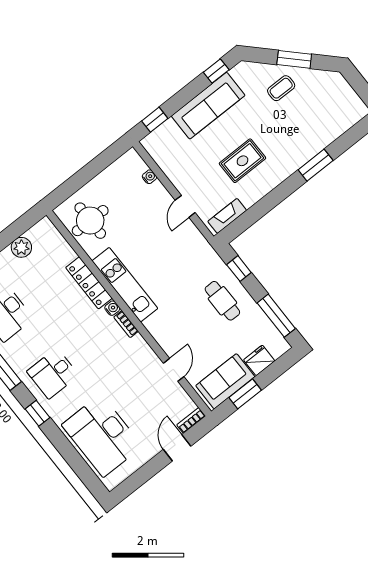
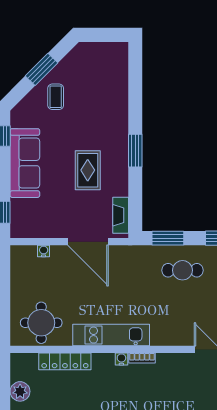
window: (316, 165) -> (135, 151), moved
door: (185, 206) -> (88, 242), width x1.87
window: (239, 269) -> (168, 238), width x1.50
locker: (89, 283) -> (65, 361), moved

